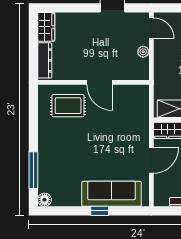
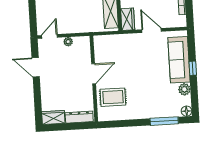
rug: (68, 106) -> (113, 97), turned 90
plant: (73, 199) -> (184, 89), added

